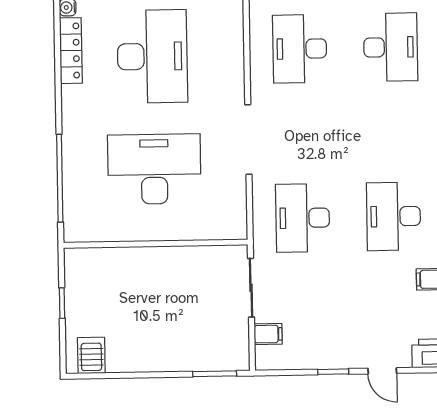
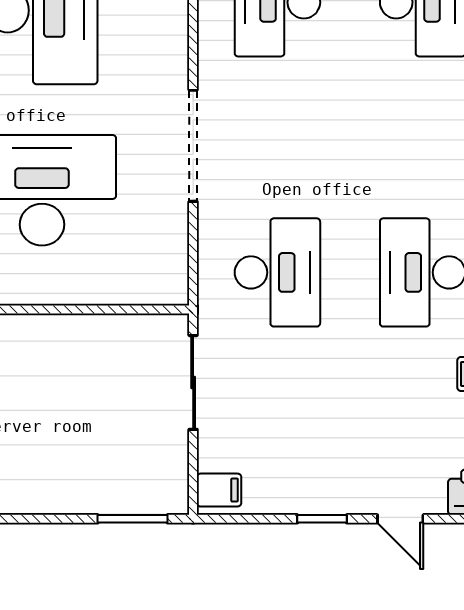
desk: (303, 218) -> (277, 272), turned 180
filing cabinet: (268, 334) -> (219, 490), moved

